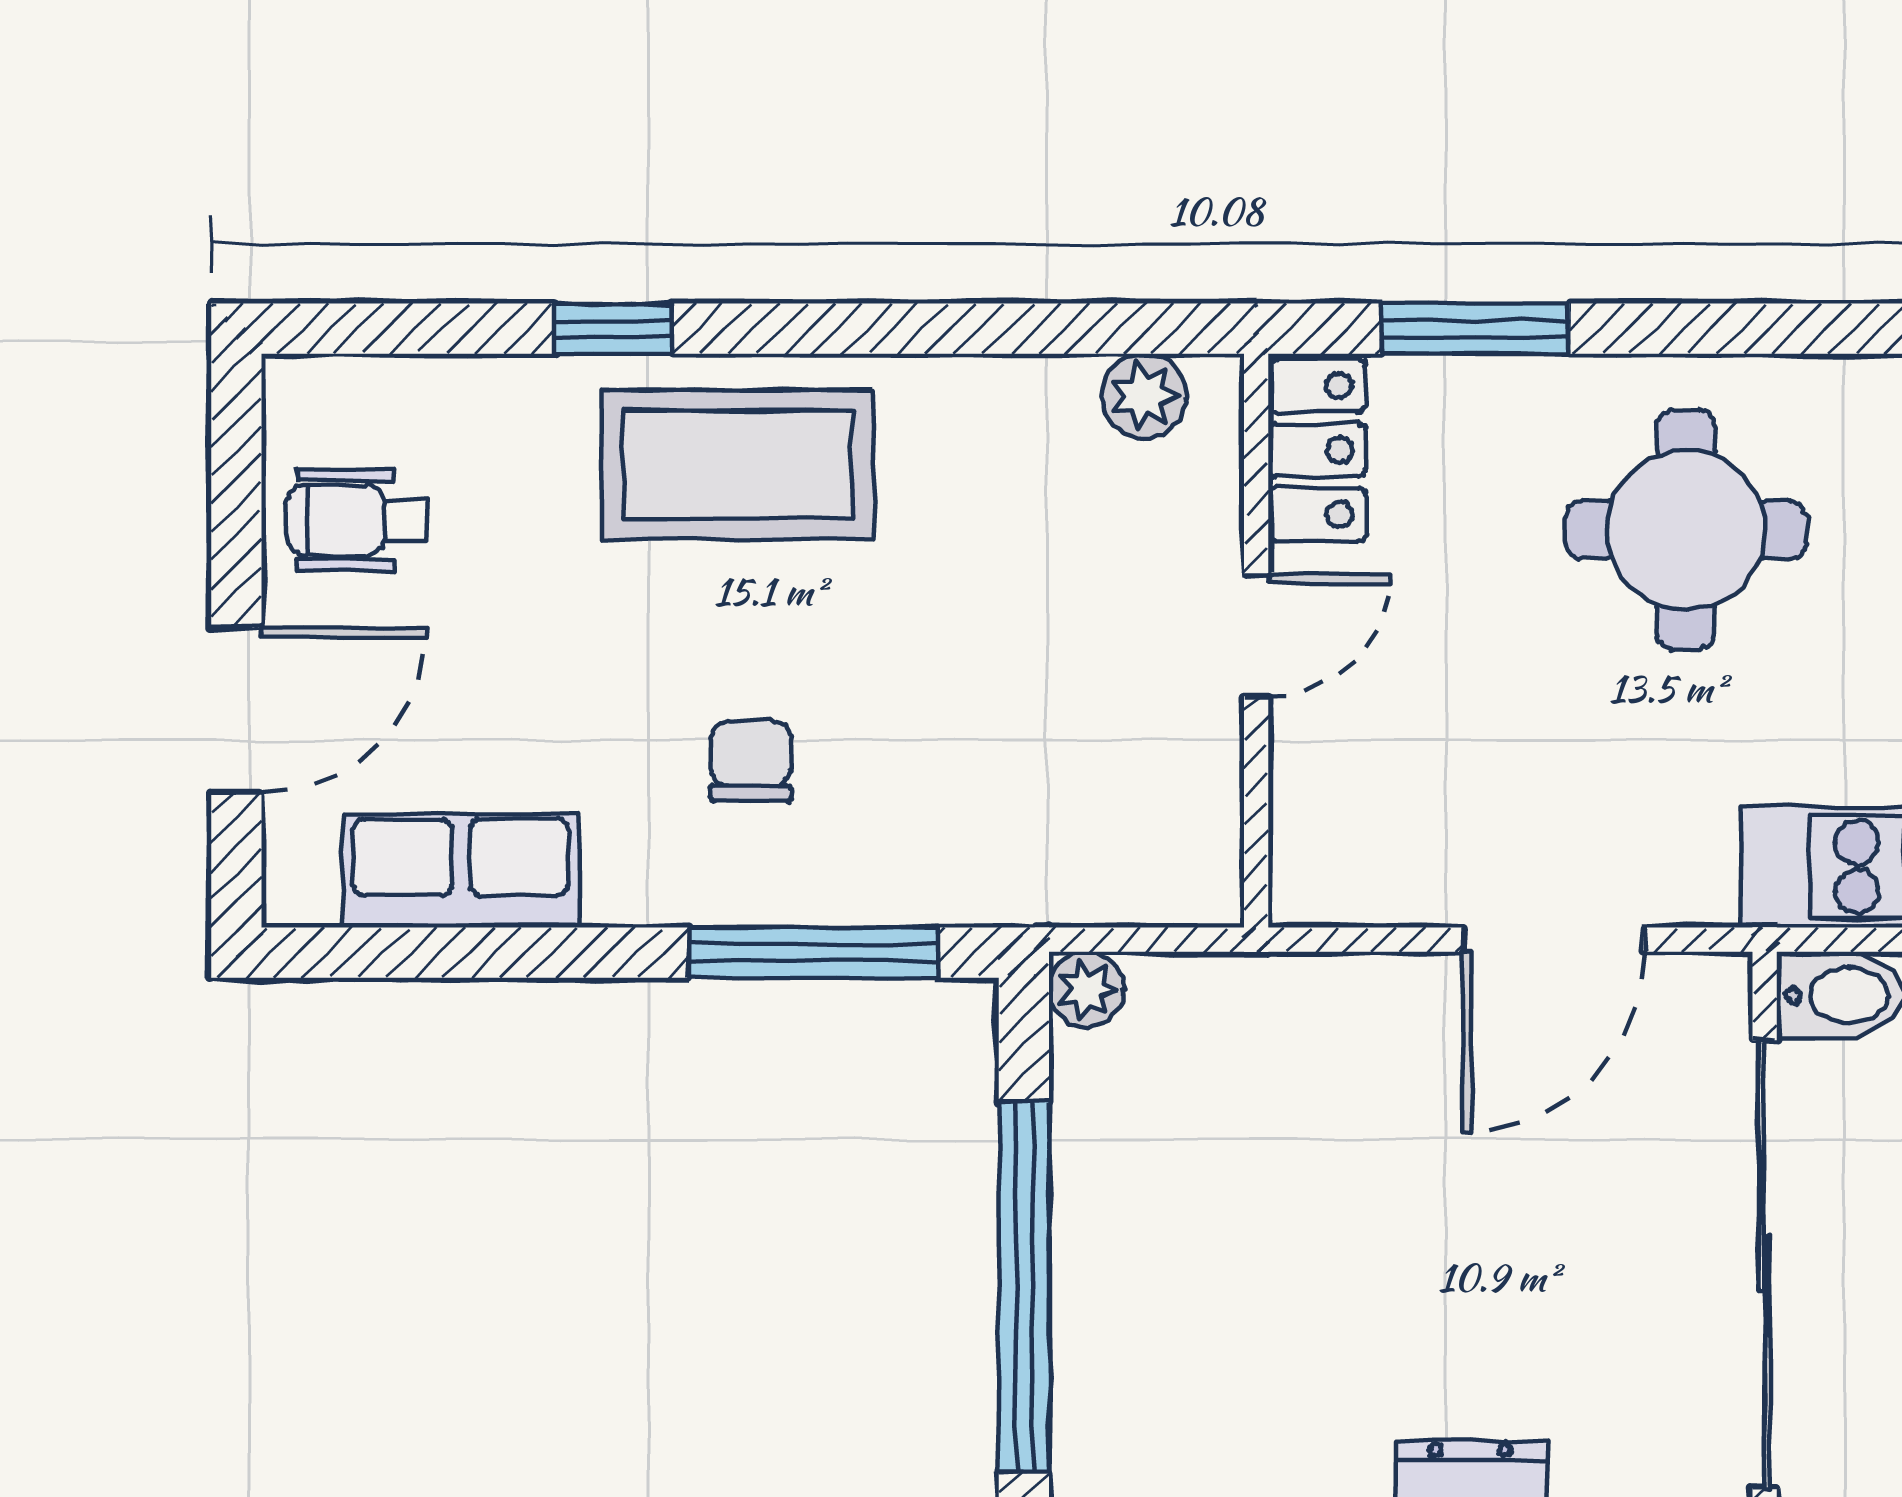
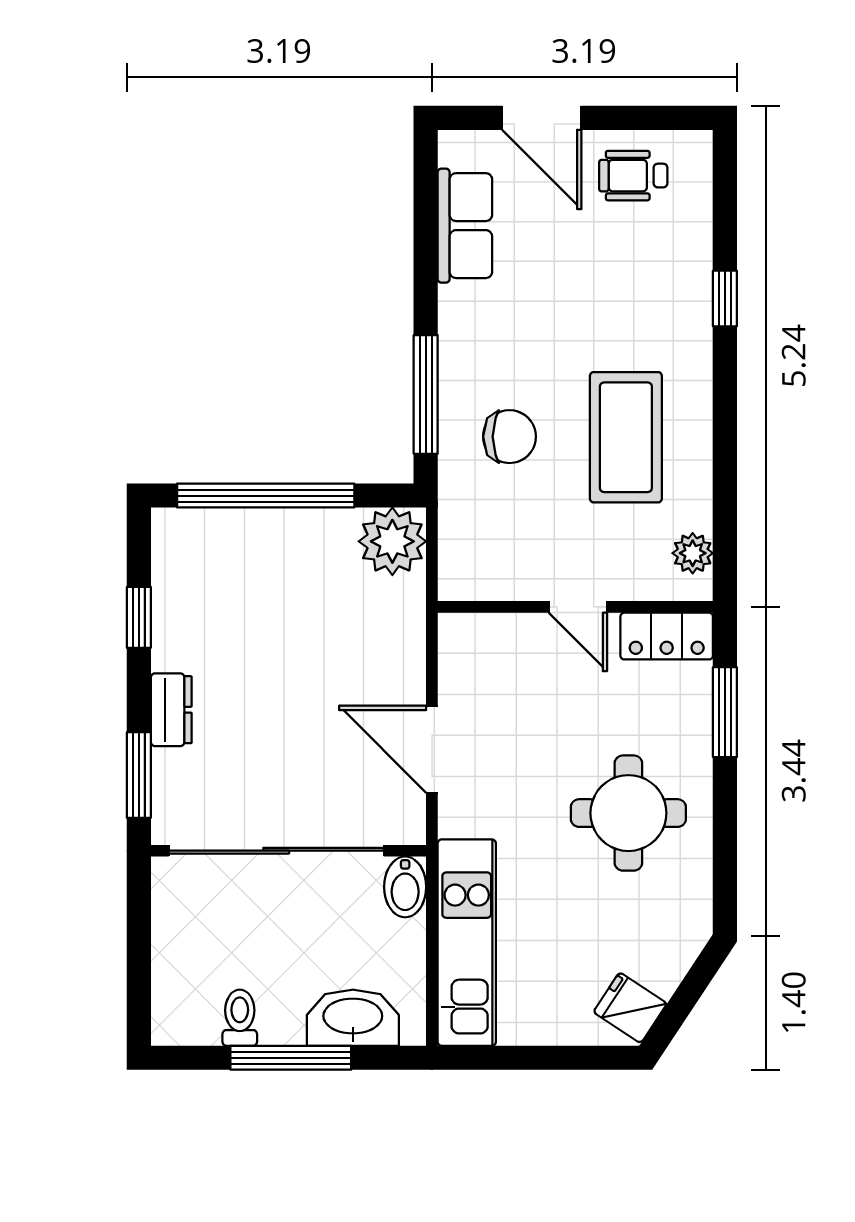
coffee table: (738, 465) -> (626, 437), moved
wheelchair: (357, 520) -> (633, 176), turned -90
chair: (751, 761) -> (509, 437), moved, width x1.37, depth x1.37
plant: (1086, 989) -> (392, 541), width x1.88, depth x1.88

